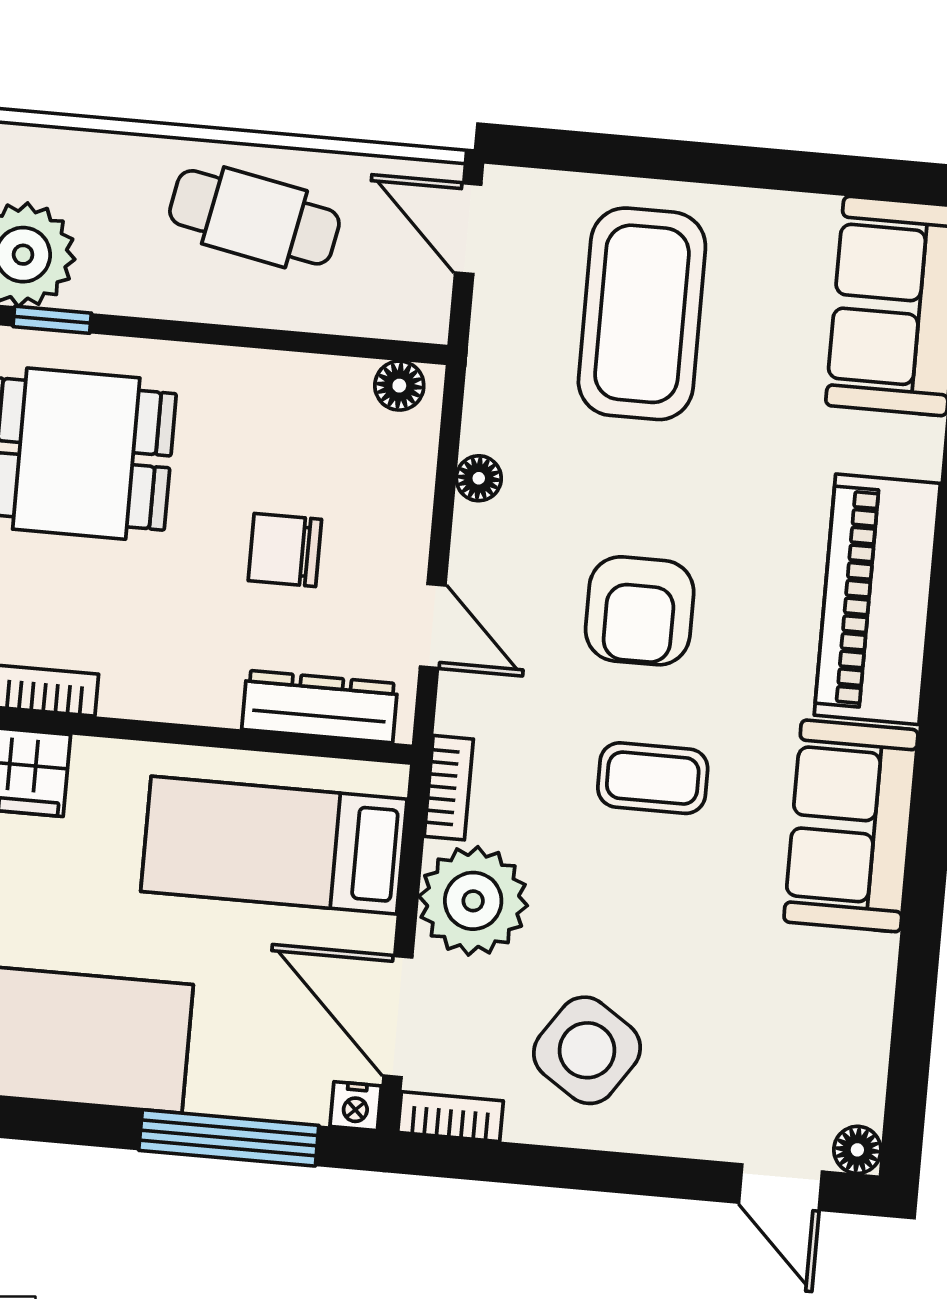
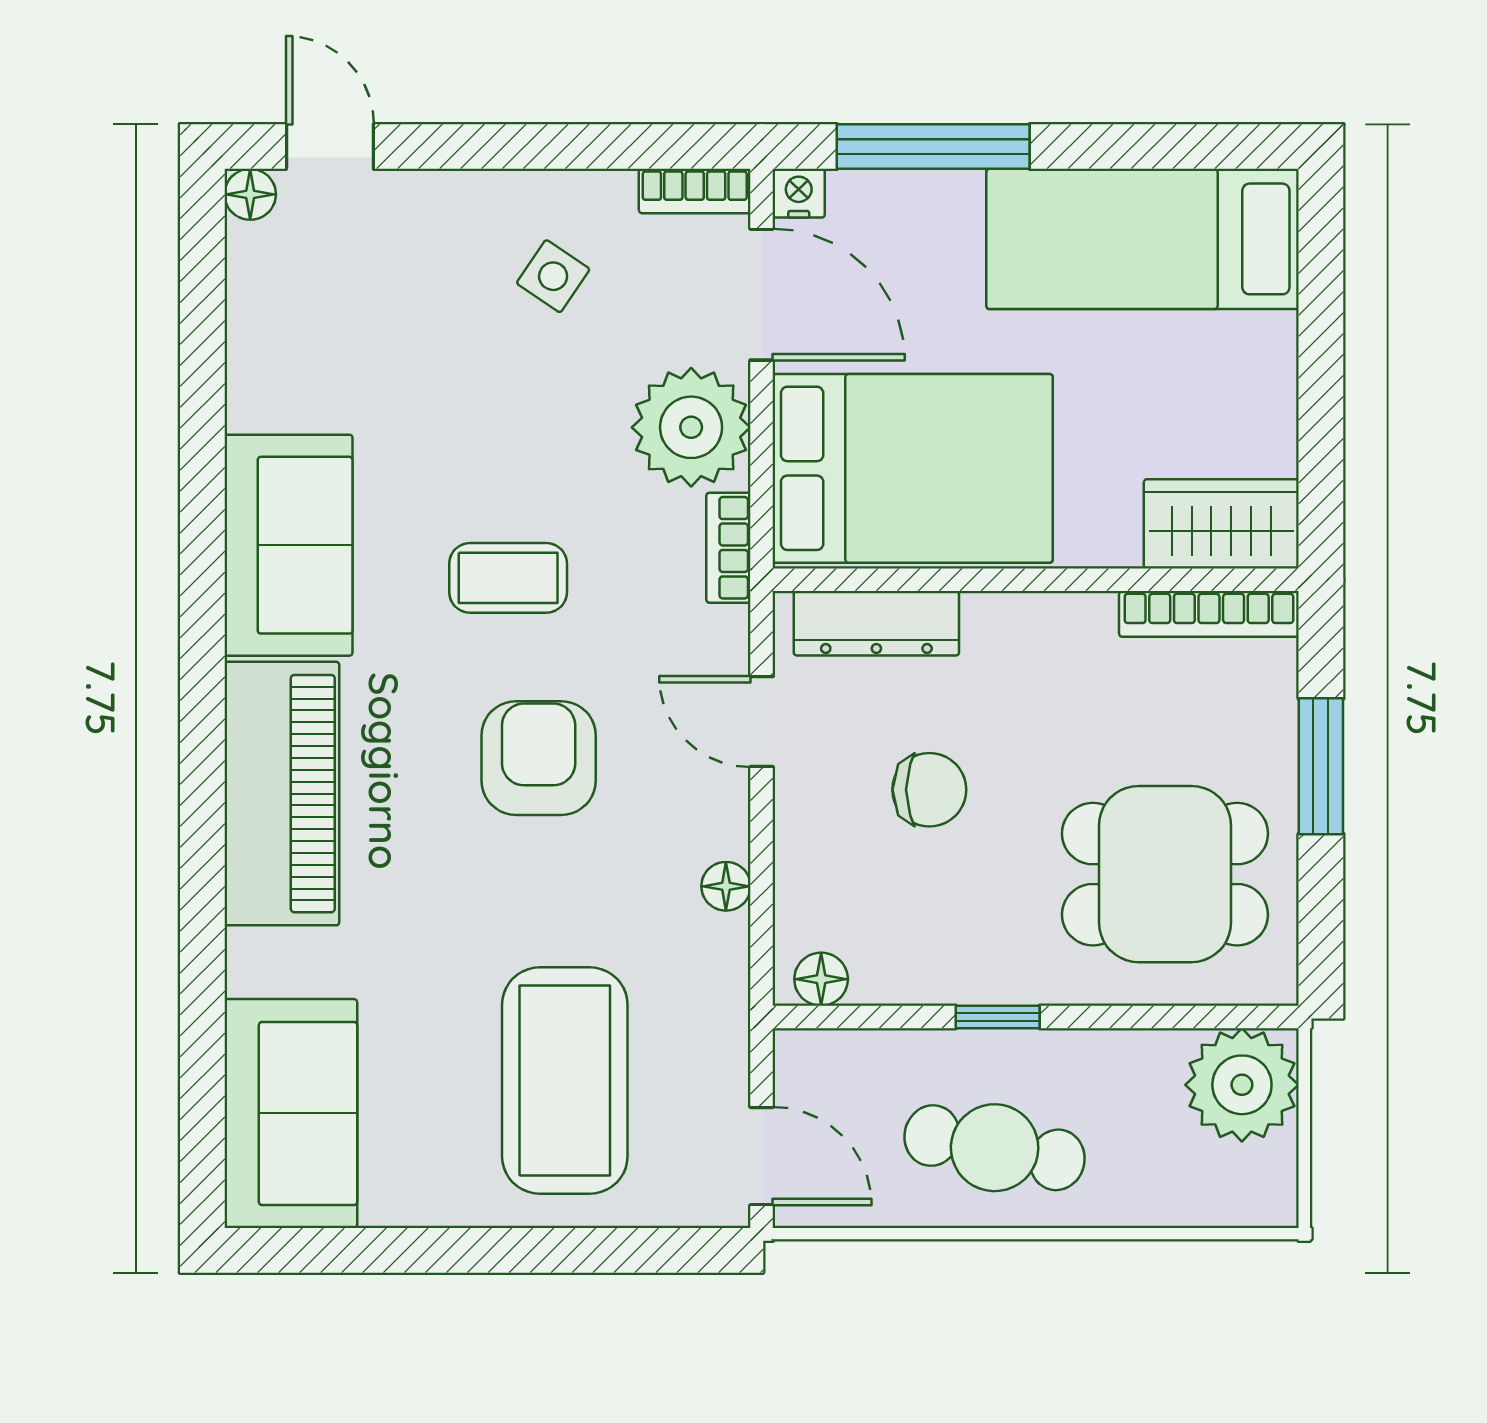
window: (52, 320) -> (998, 1017), moved
bed: (274, 845) -> (913, 468), width x1.50
side table: (587, 1050) -> (553, 276), width x0.54, depth x0.54

